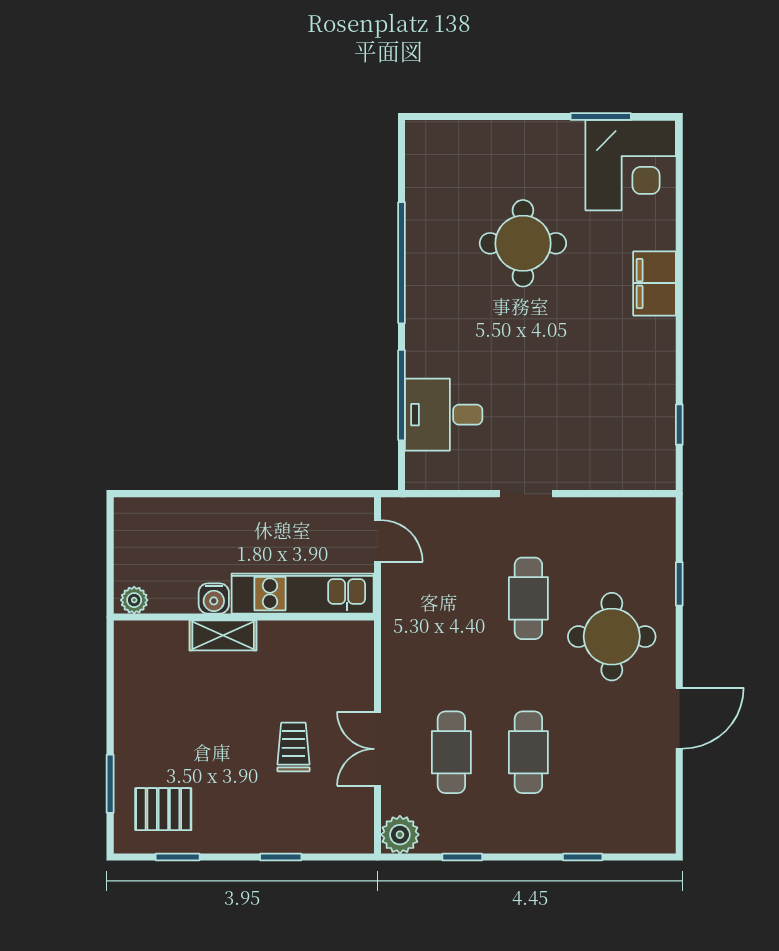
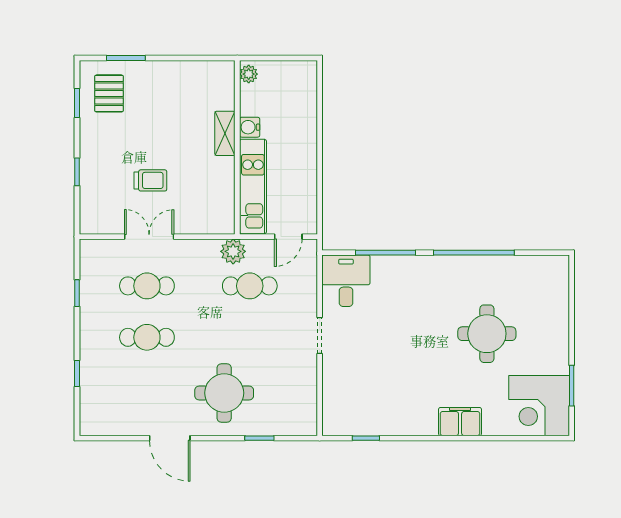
desk: (444, 415) -> (346, 281), moved
cafe table: (528, 598) -> (250, 286), moved
plant: (400, 835) -> (233, 251), moved

